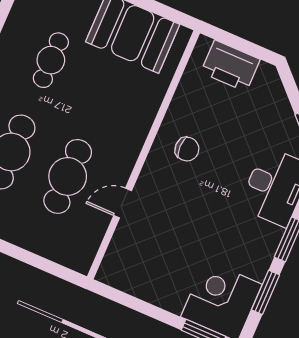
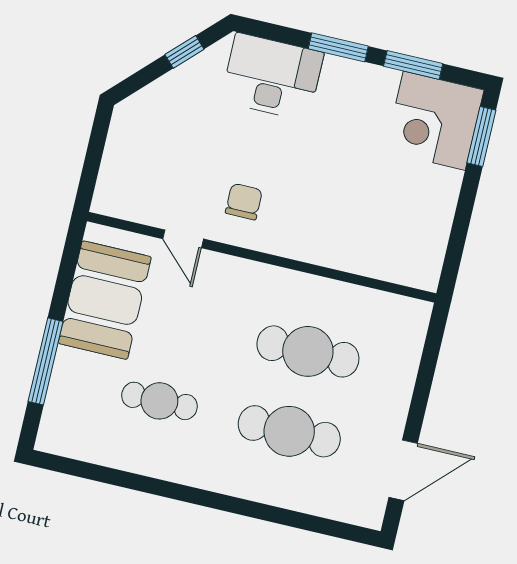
printer: (230, 66) -> (125, 164), removed
door: (123, 203) -> (183, 239), moved

